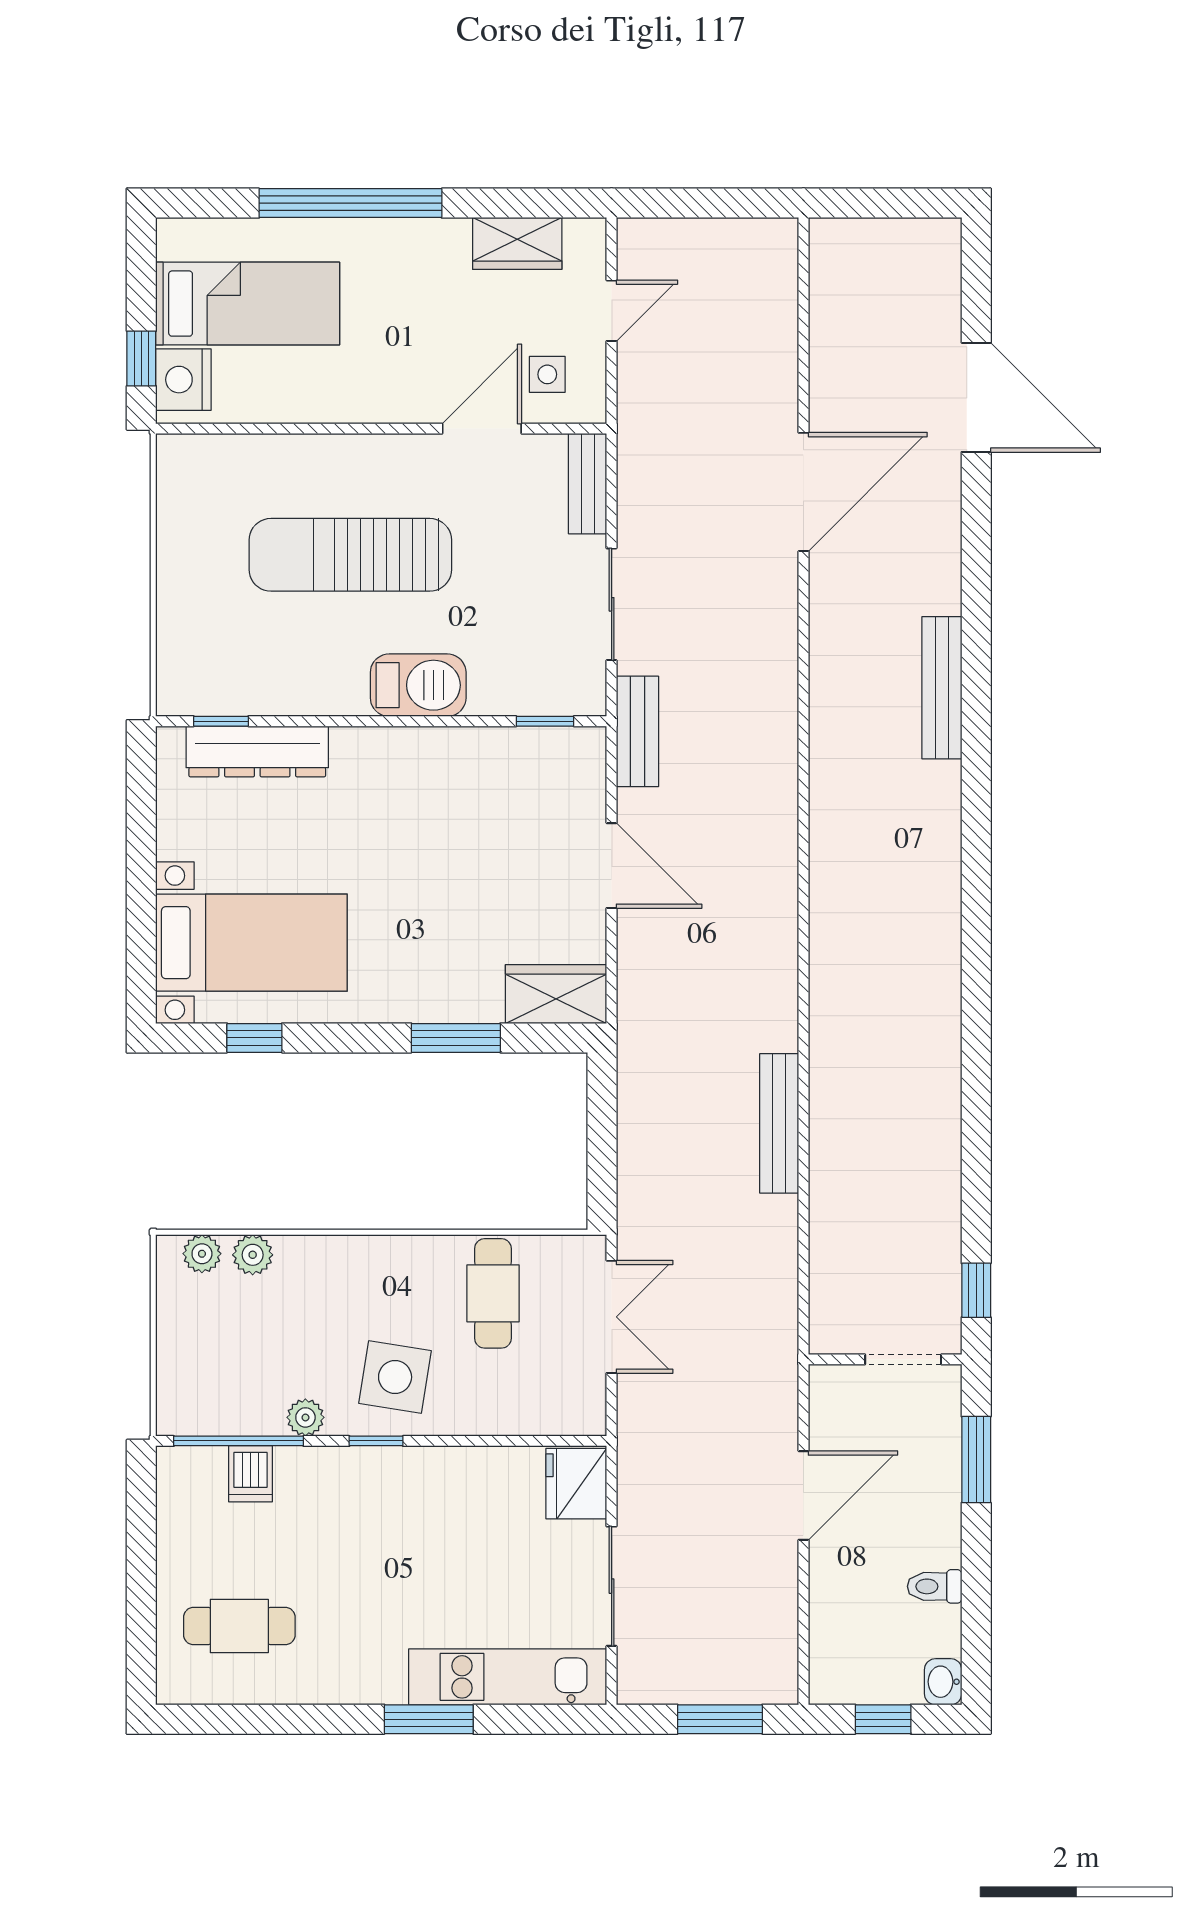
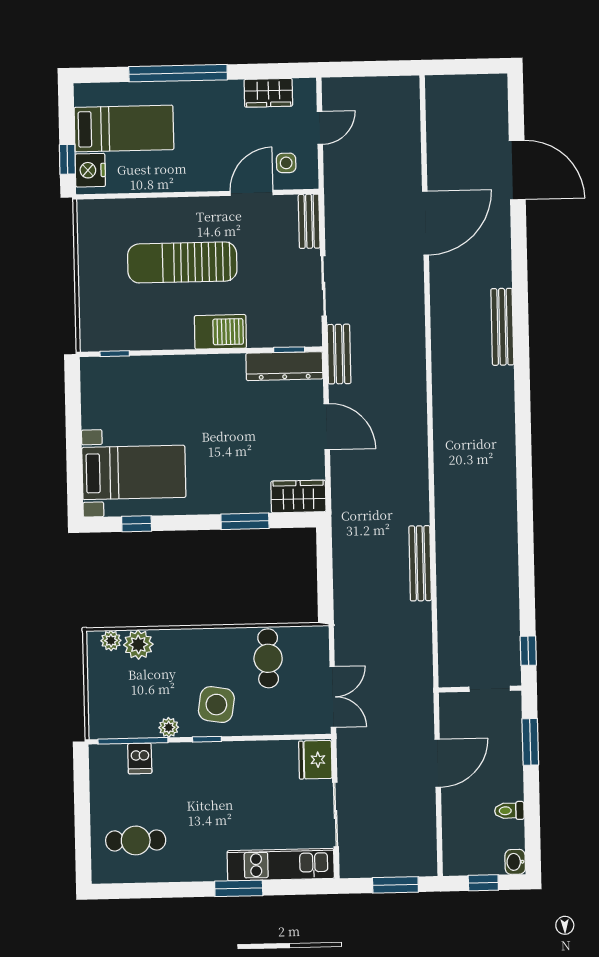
dresser: (257, 751) -> (284, 366), moved
plant: (253, 1255) -> (138, 645), width x1.38, depth x1.38
double door: (612, 1317) -> (333, 697), moved

